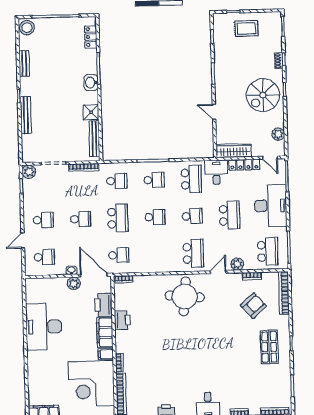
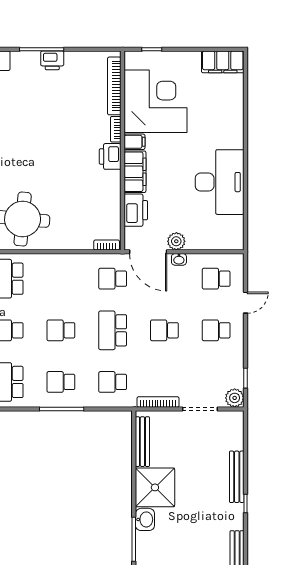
shower: (91, 112) -> (155, 487), width x1.86, depth x1.86
printer: (122, 320) -> (110, 156), moved

